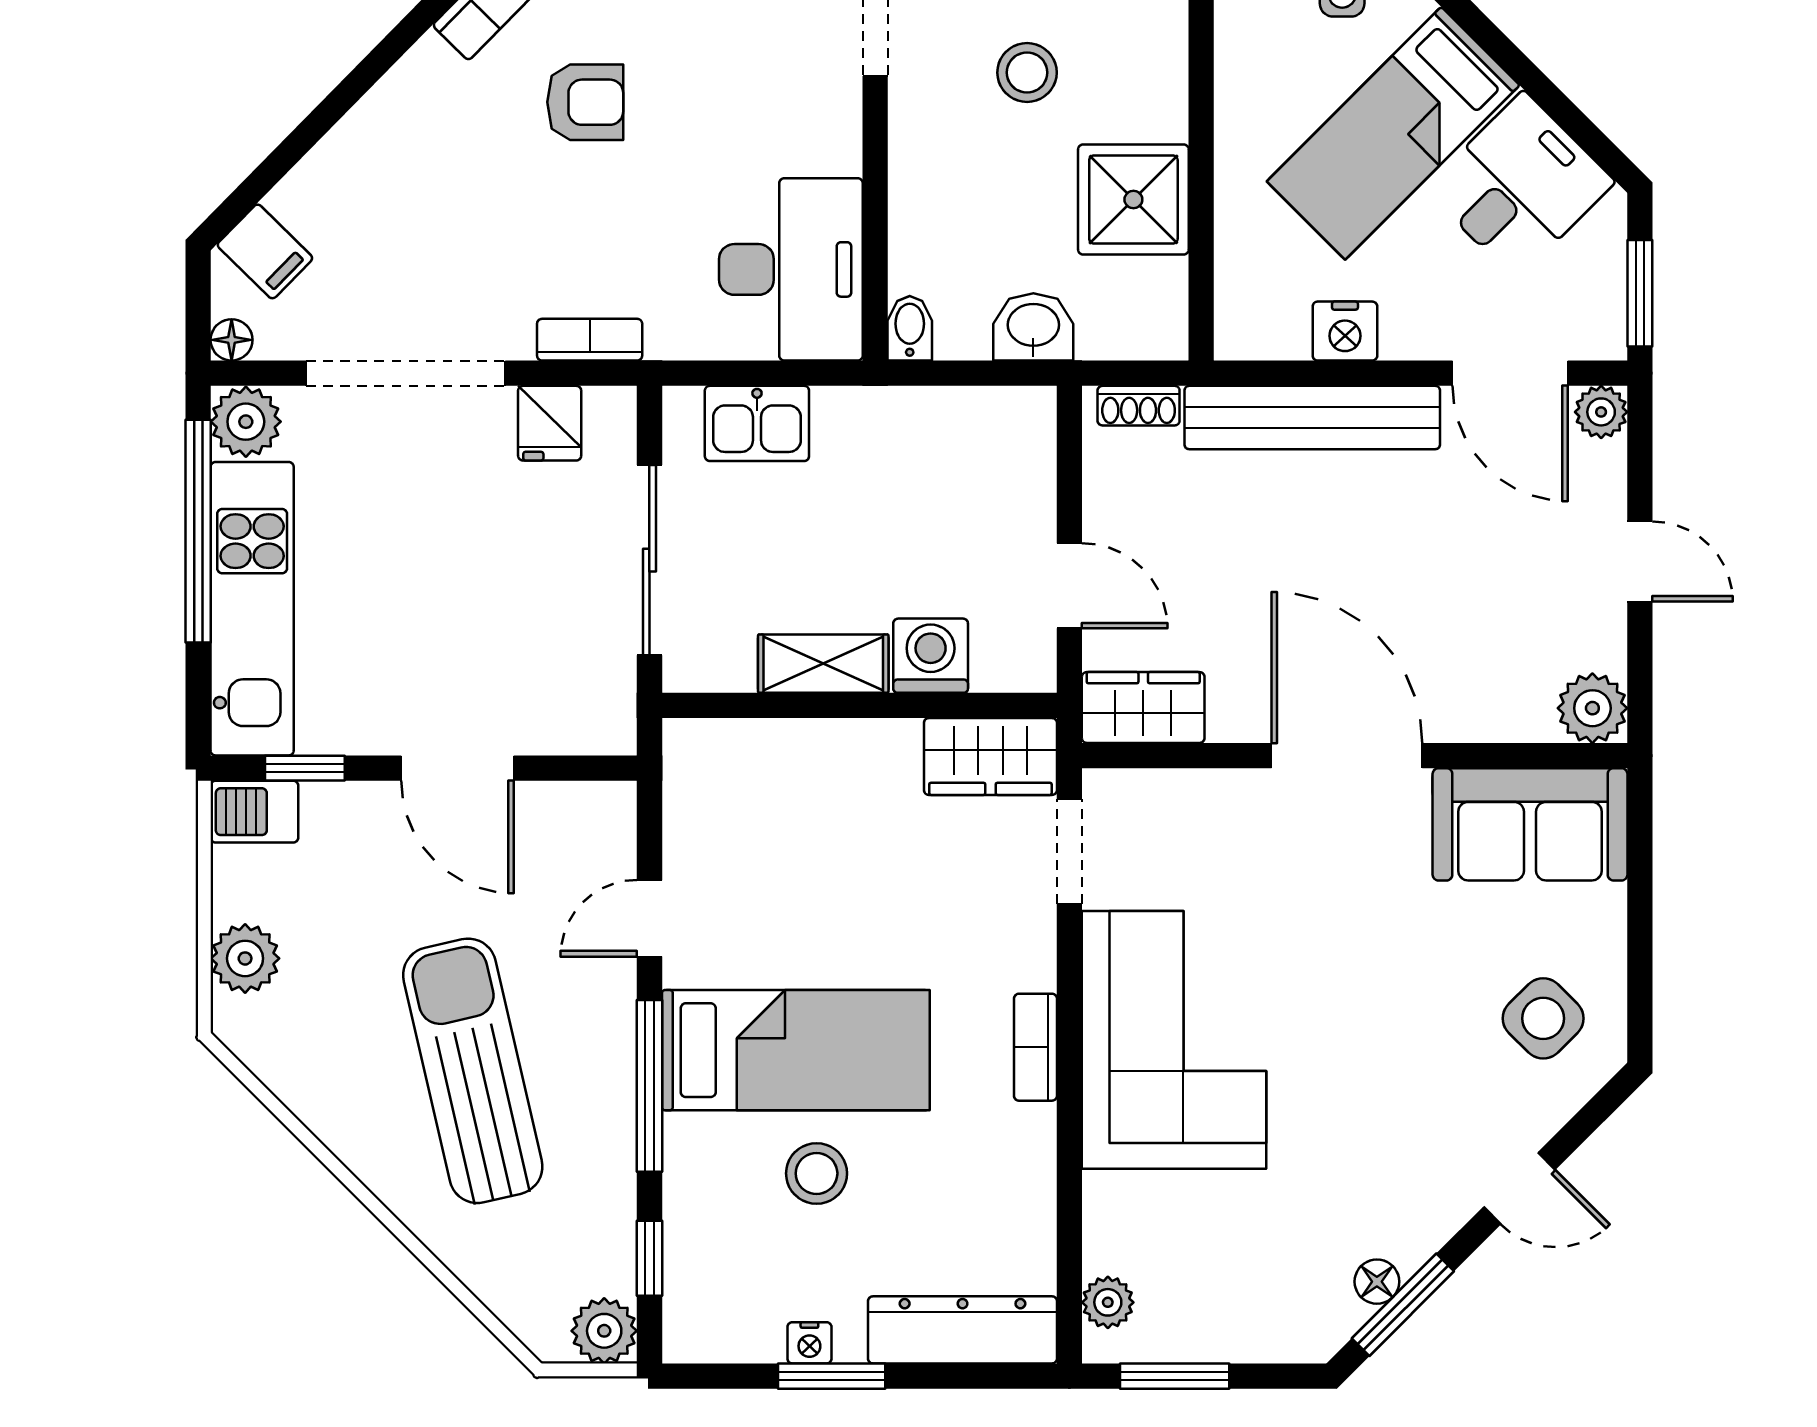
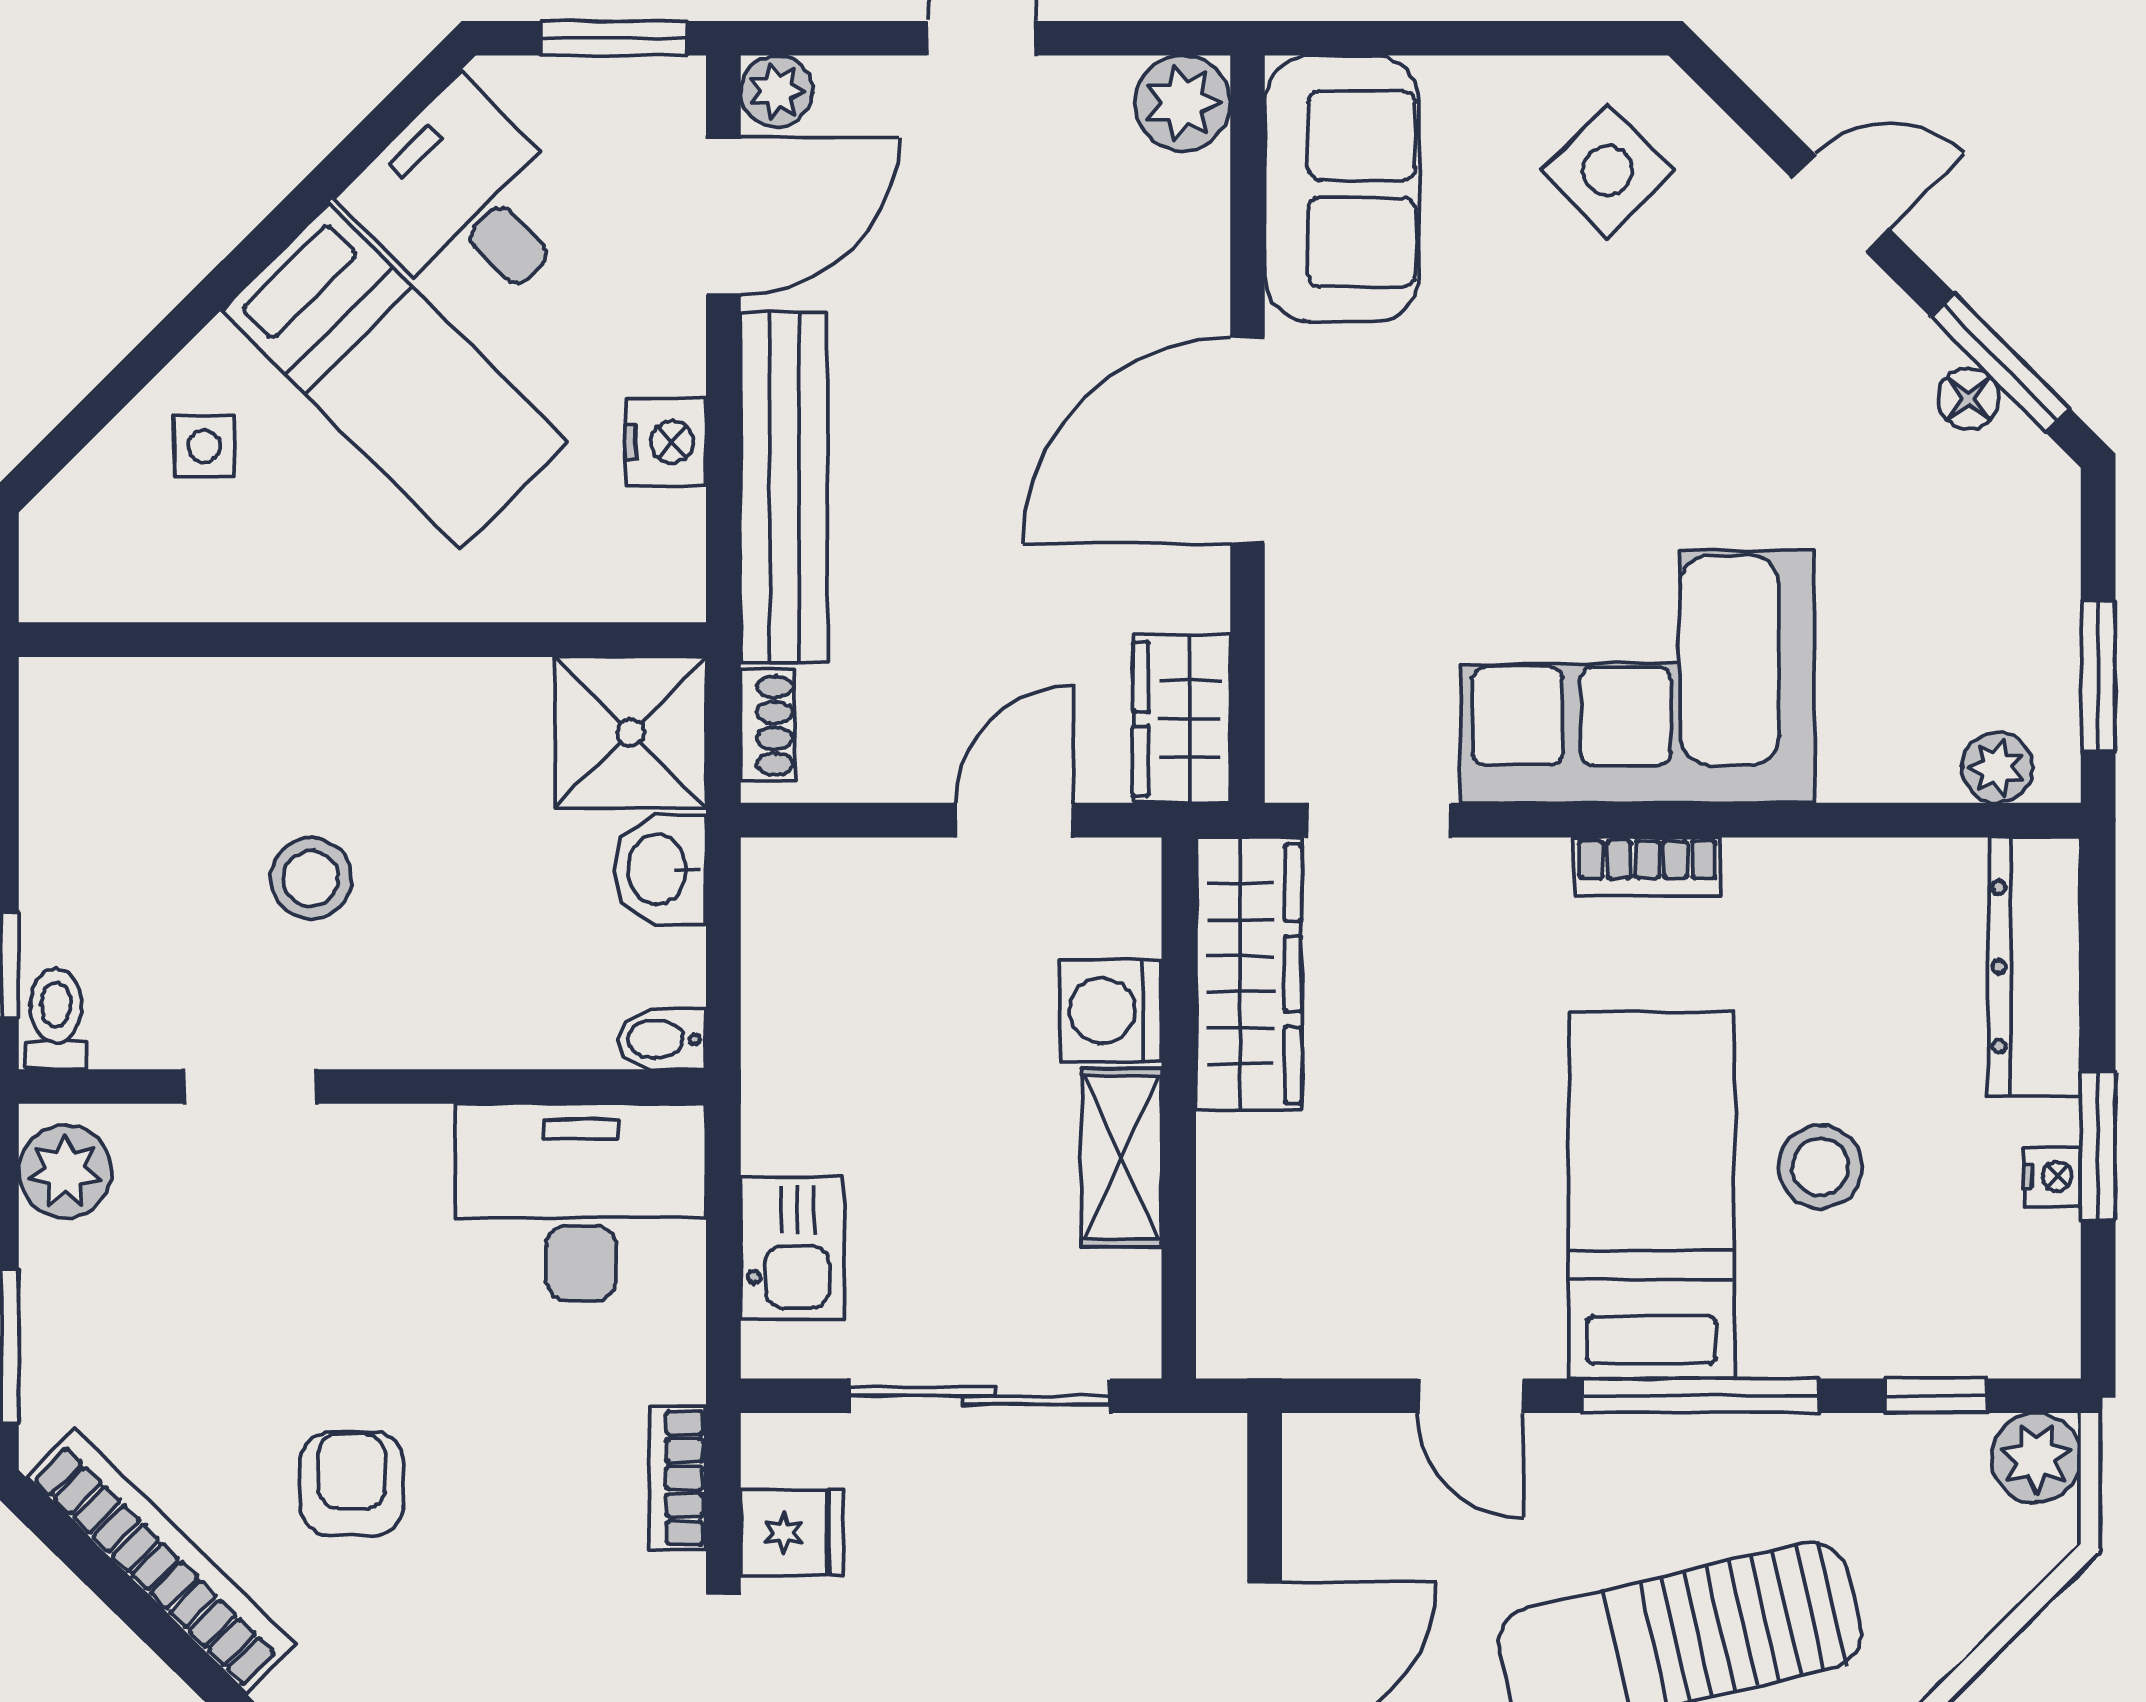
shower: (1133, 200) -> (631, 732), moved
wardrobe: (990, 756) -> (1249, 974), width x1.50
door: (1519, 1188) -> (1841, 203), hinge flipped

